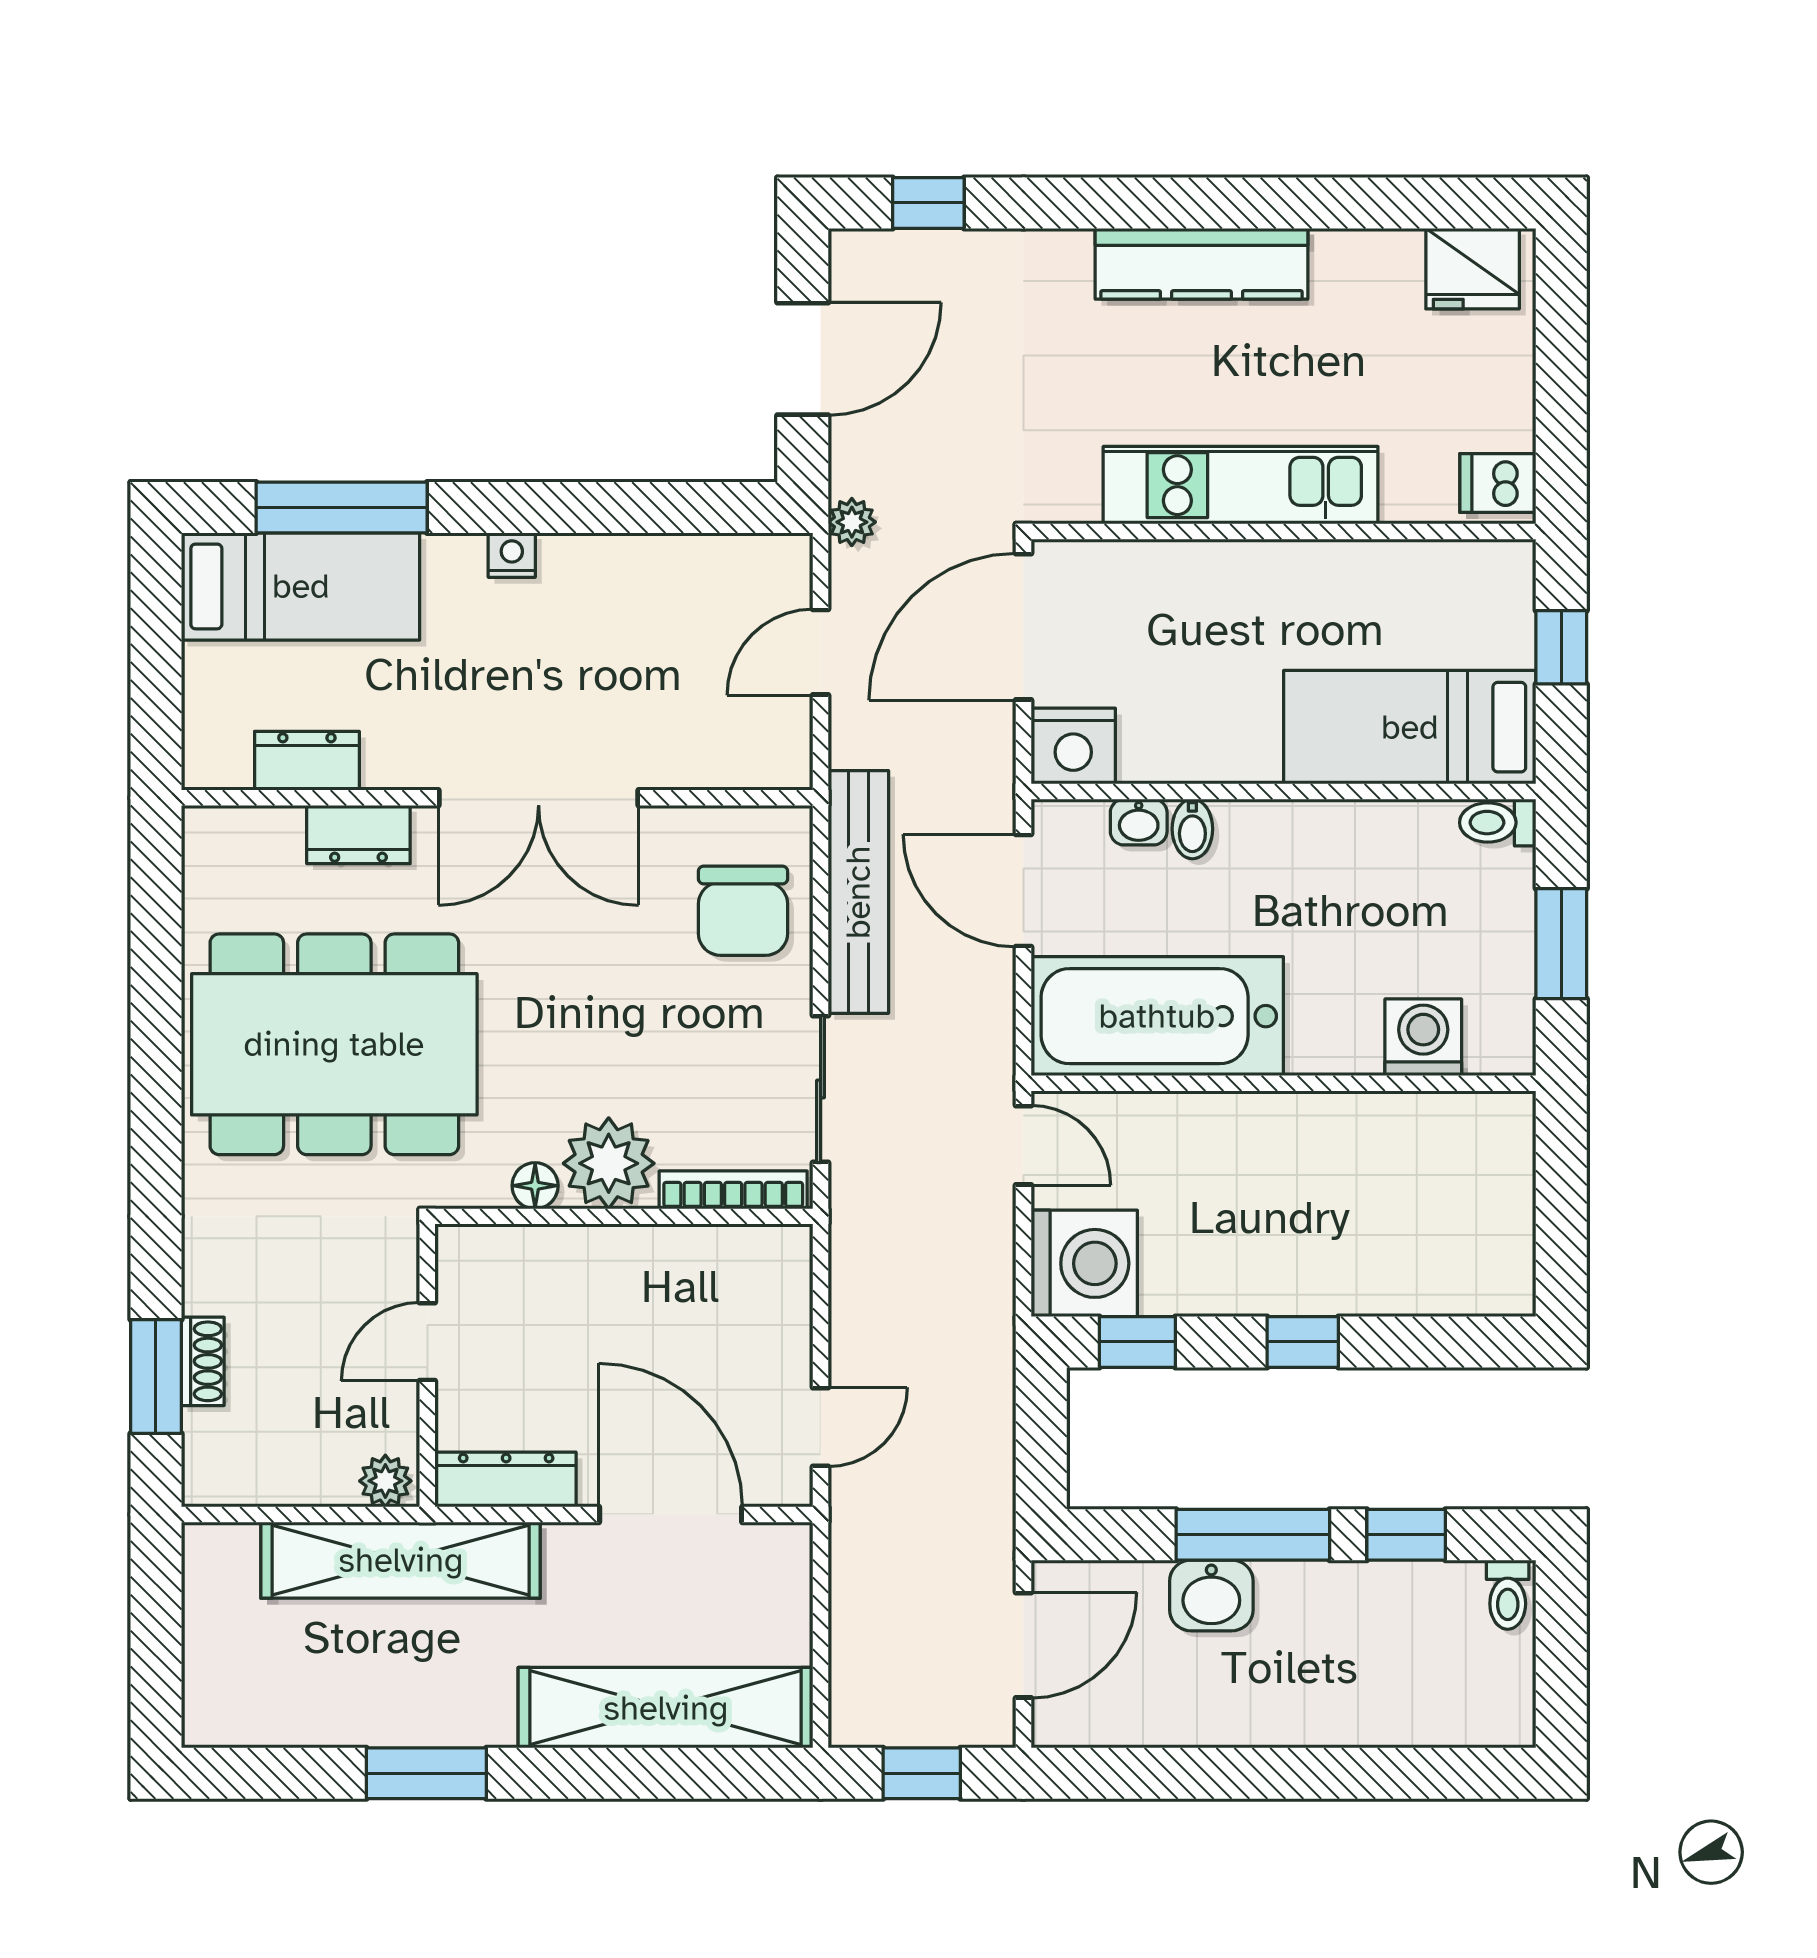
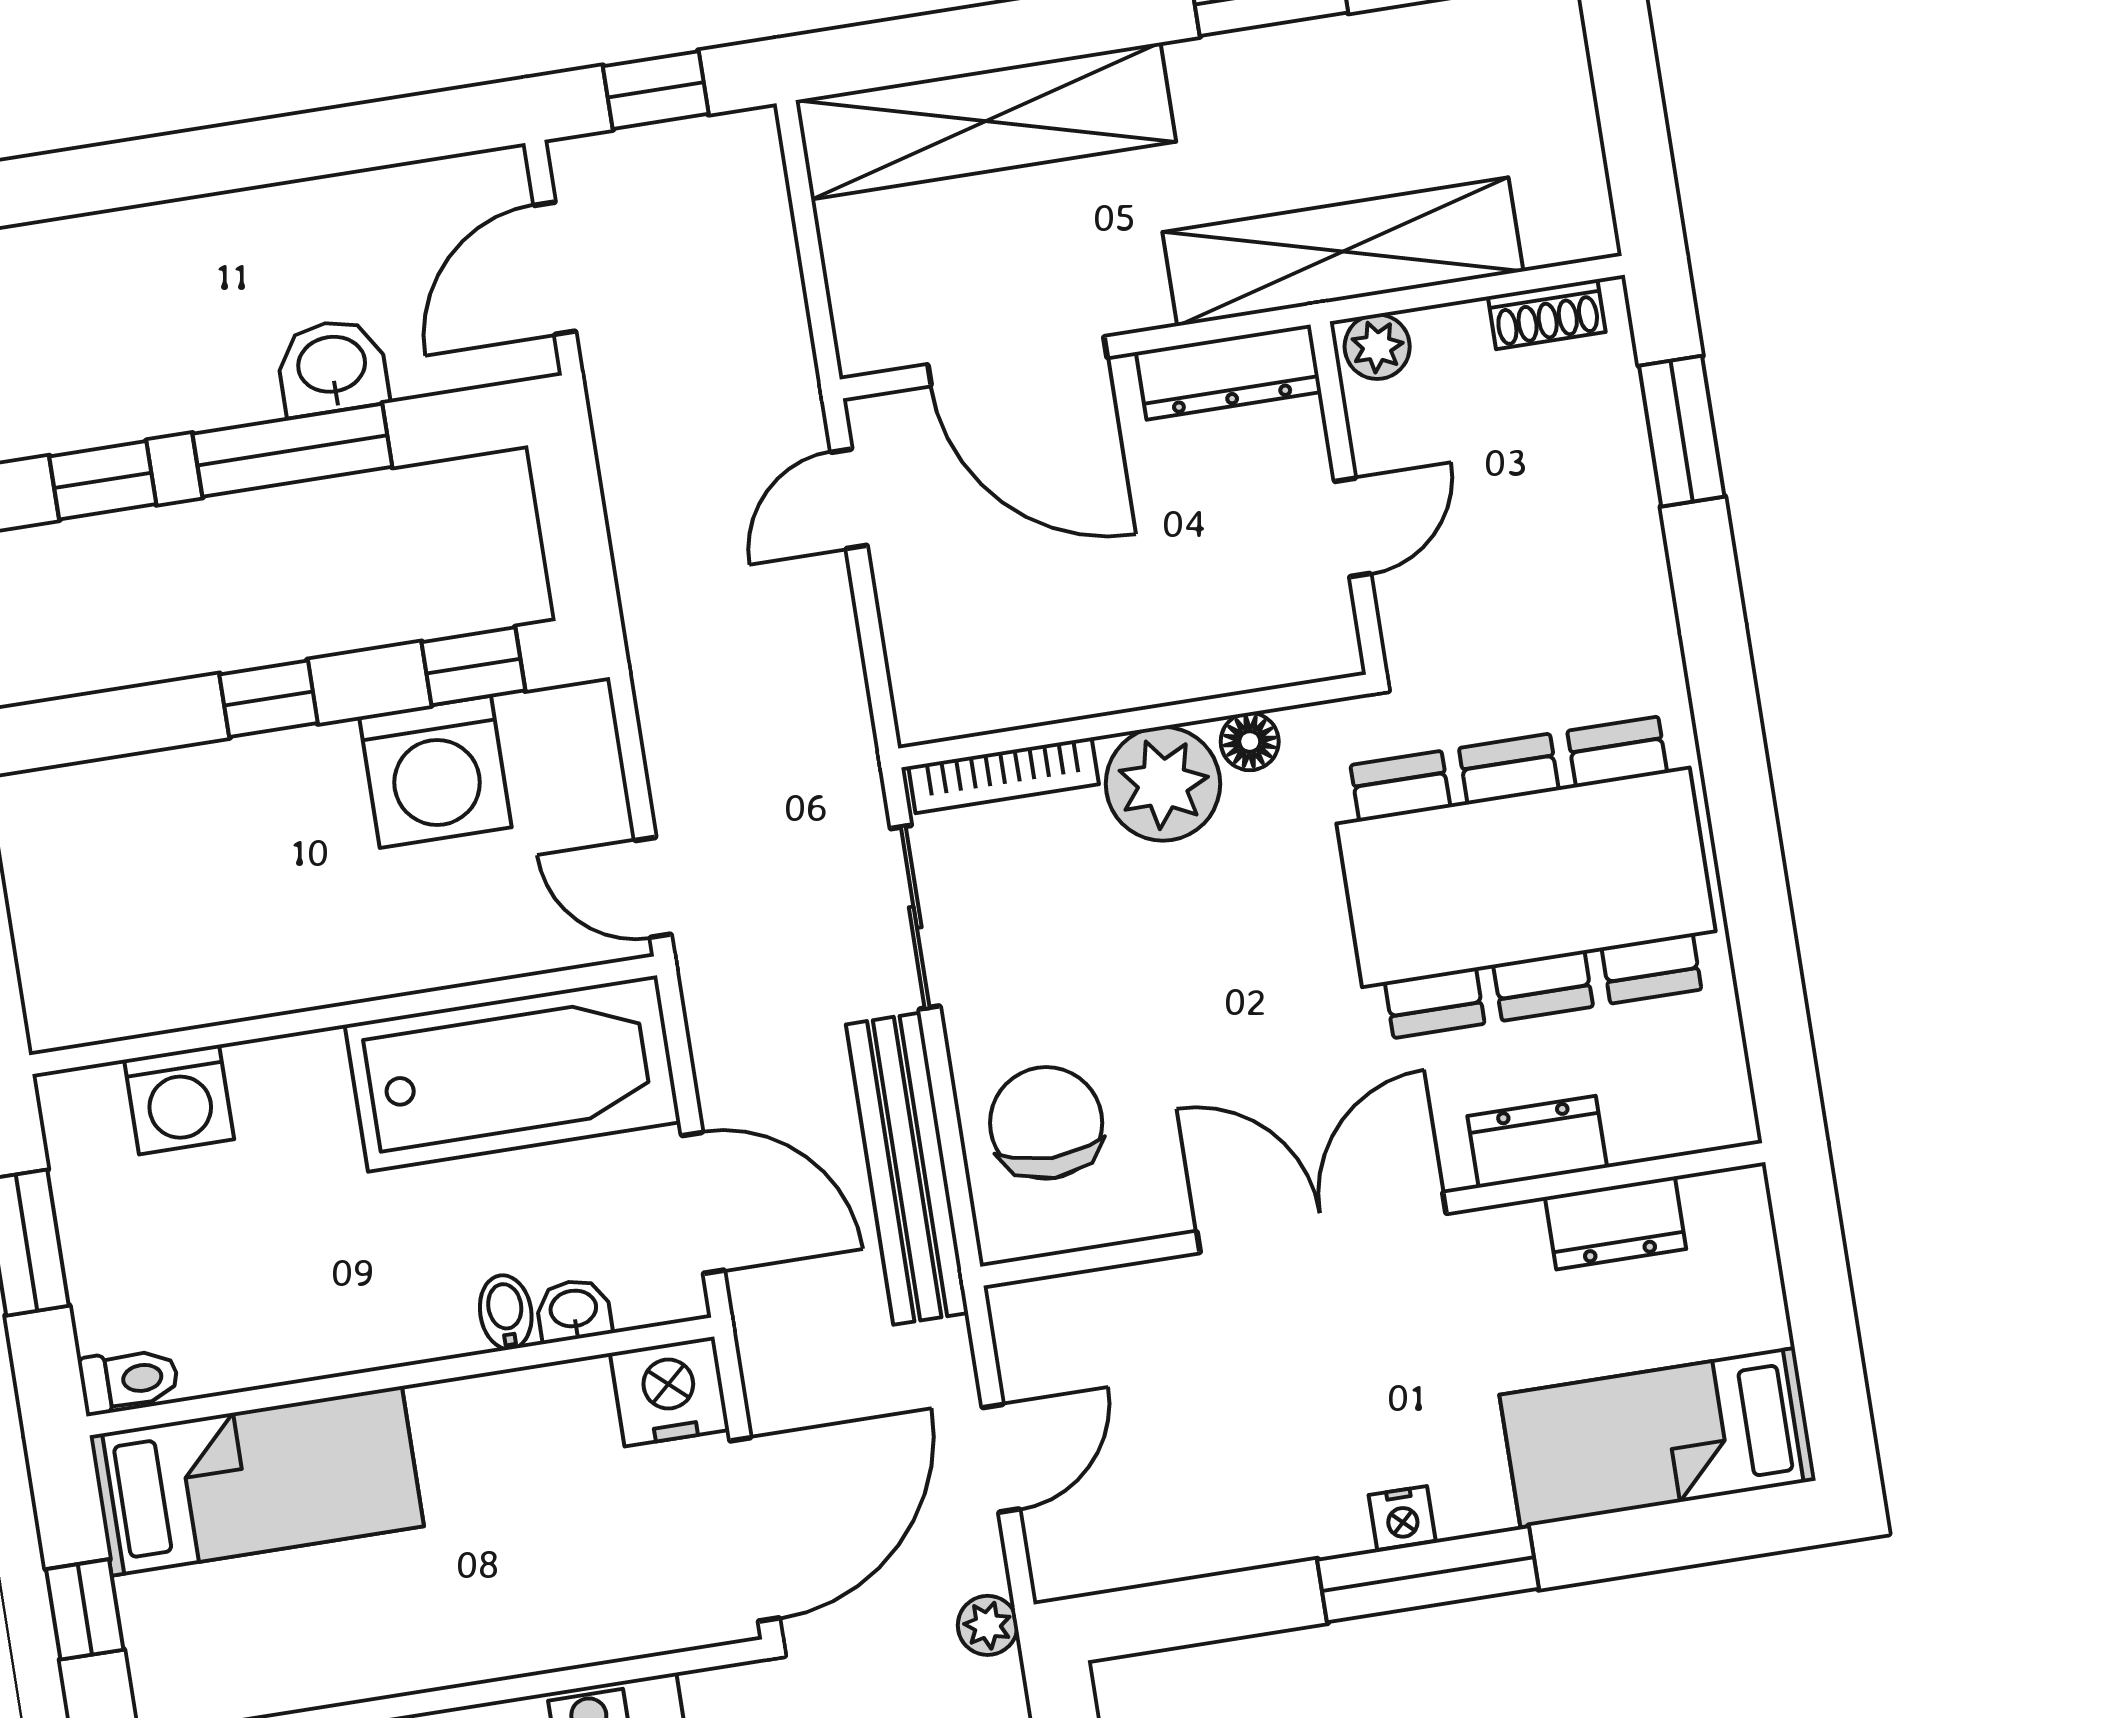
window: (342, 507) -> (1428, 1574), moved
washing machine: (1084, 1263) -> (435, 772), moved, turned -90
shoe rack: (203, 1361) -> (1547, 314), moved, turned -90

